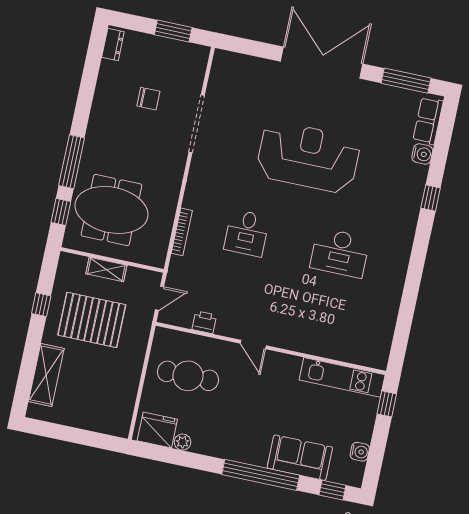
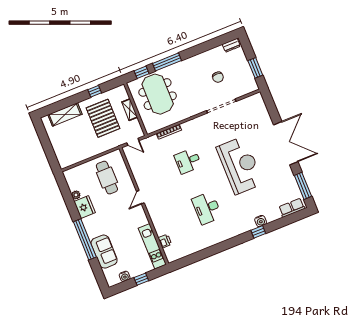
water cooler: (422, 154) -> (261, 221), moved
printer: (204, 322) -> (165, 241), moved
window: (387, 404) -> (141, 279), moved
fridge: (157, 430) -> (85, 207), moved
window: (332, 490) -> (99, 276), removed

